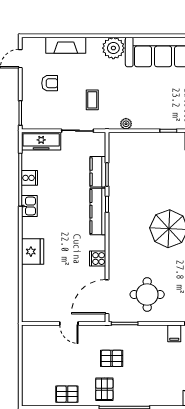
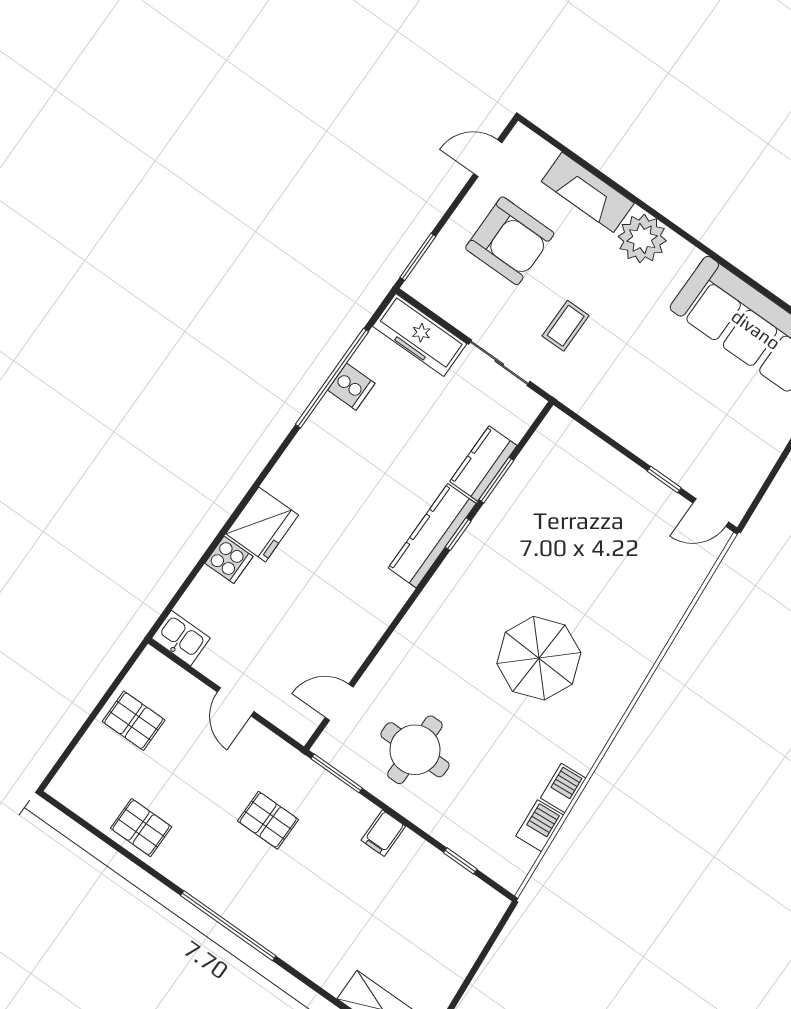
plant: (113, 48) -> (642, 239), moved
armchair: (50, 83) -> (510, 241), width x1.88, depth x1.88
plant: (126, 124) -> (596, 412), removed
kitchen sink: (29, 206) -> (181, 638), moved, turned -90
cooker: (98, 259) -> (229, 560), moved, turned 180
door: (107, 297) -> (339, 702), width x0.53
filing cabinet: (174, 333) -> (383, 833), moved
pallet: (104, 389) -> (134, 721), moved, turned 90

